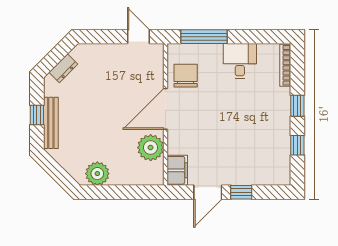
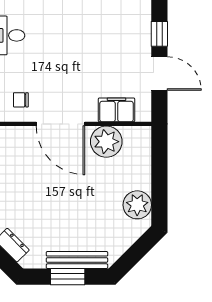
chair: (186, 76) -> (21, 100), width x0.54, depth x0.54
window: (37, 115) -> (68, 277), width x1.50
filing cabinet: (177, 170) -> (117, 110), moved

